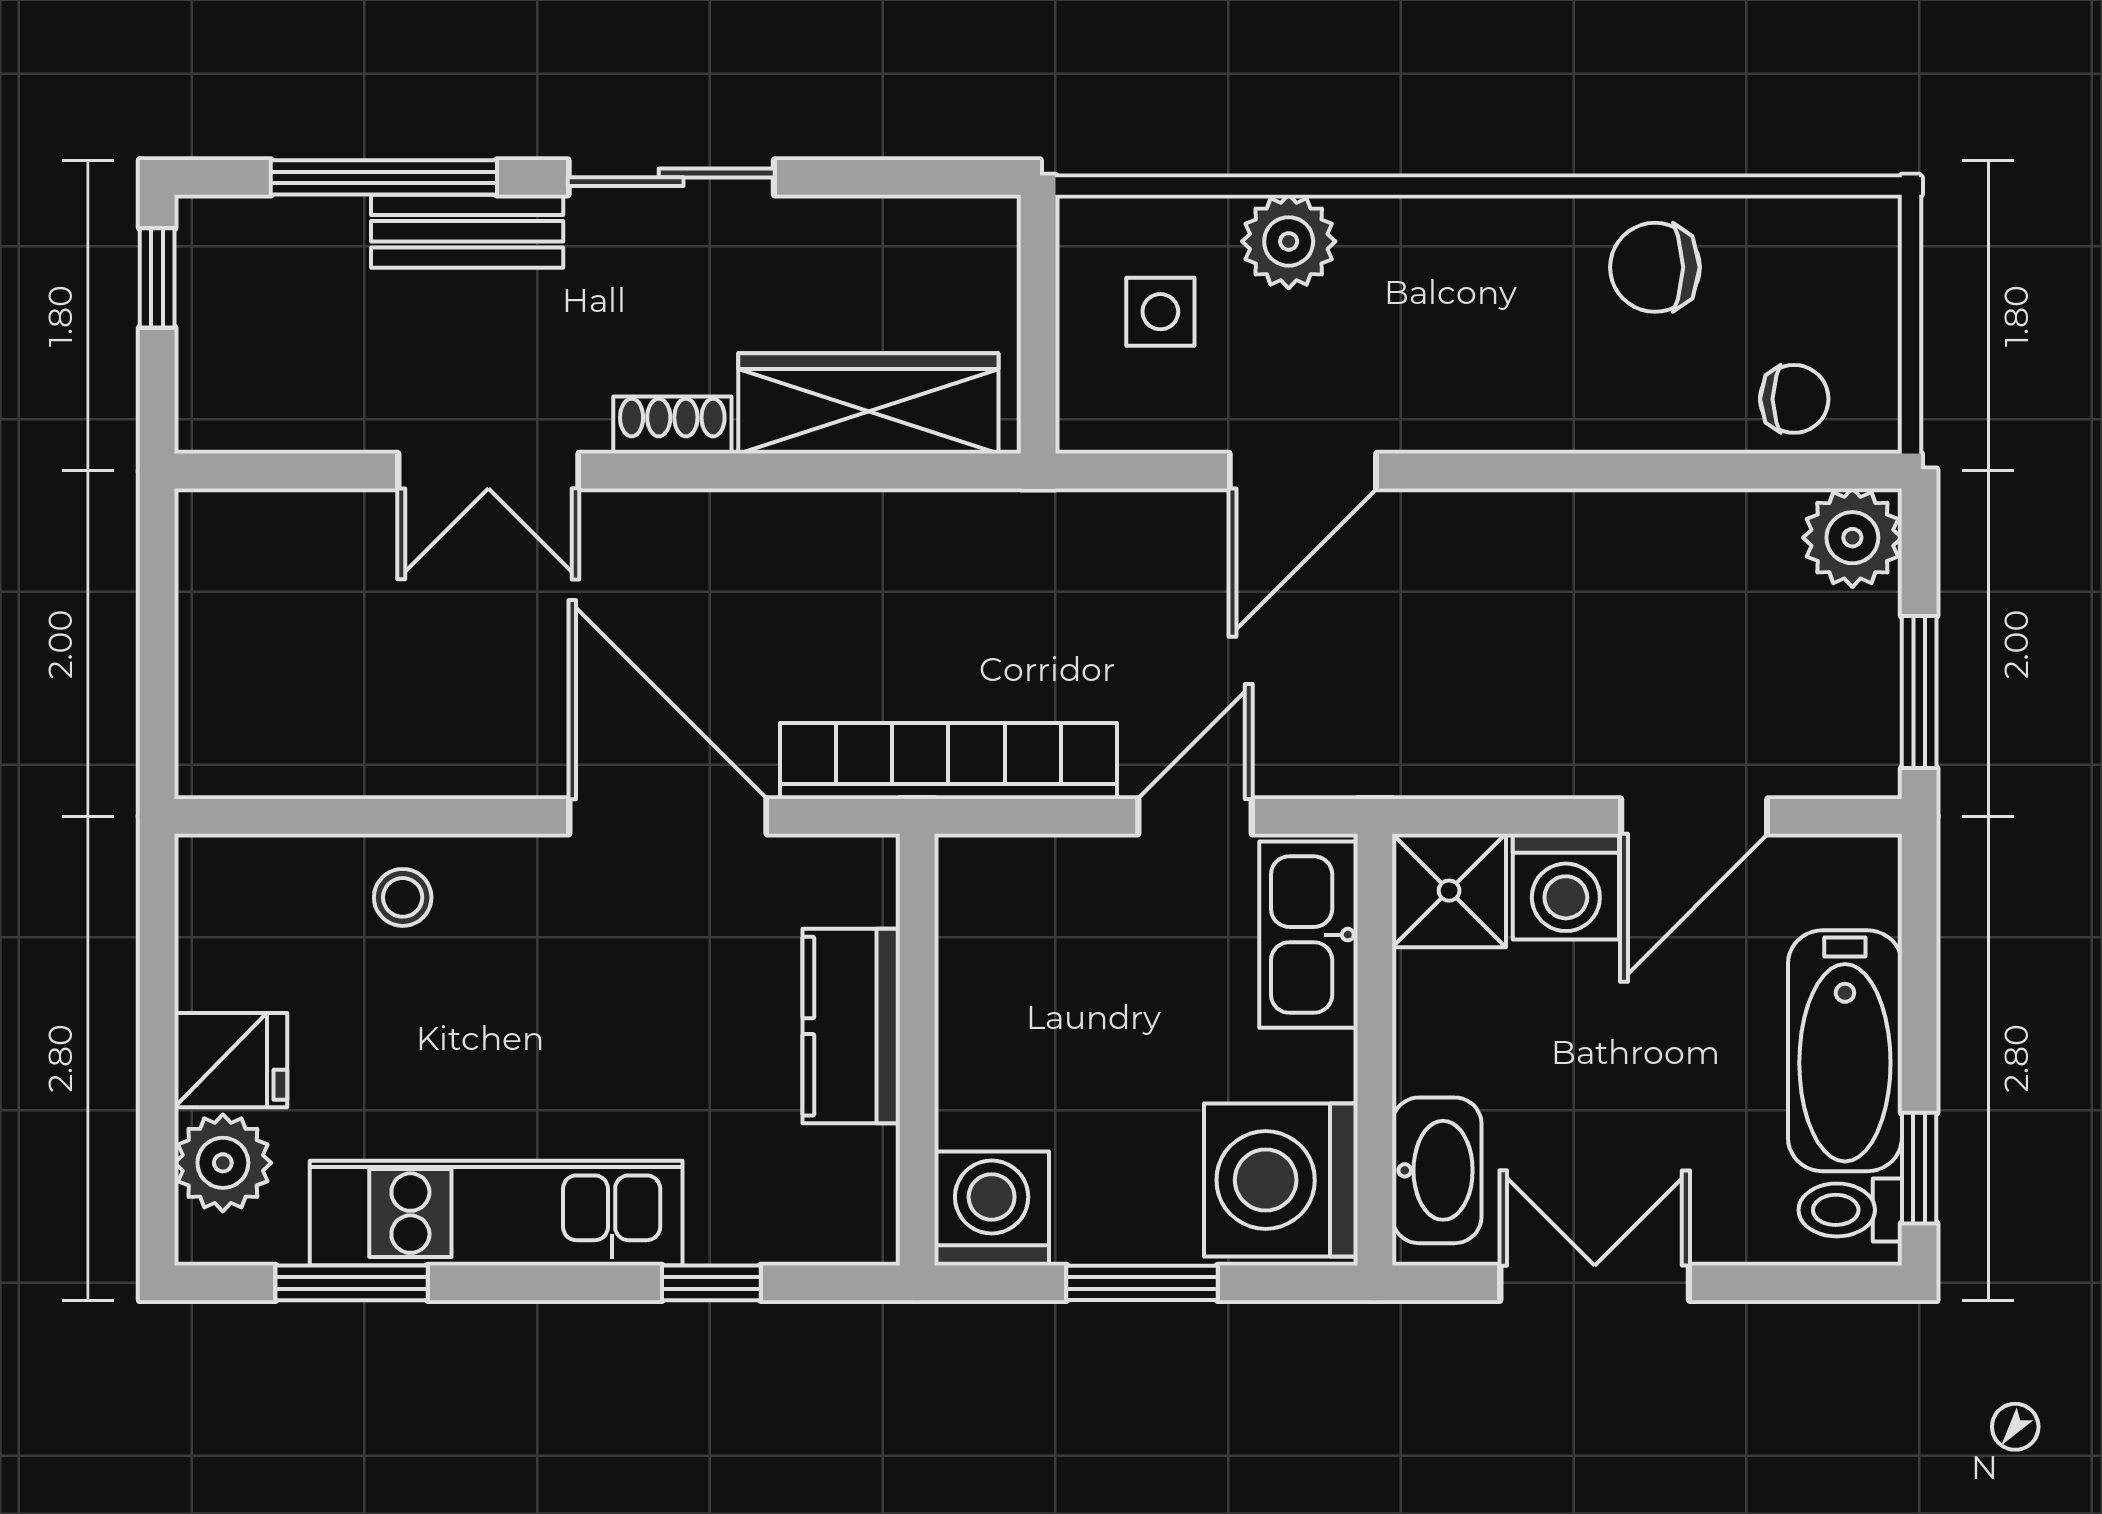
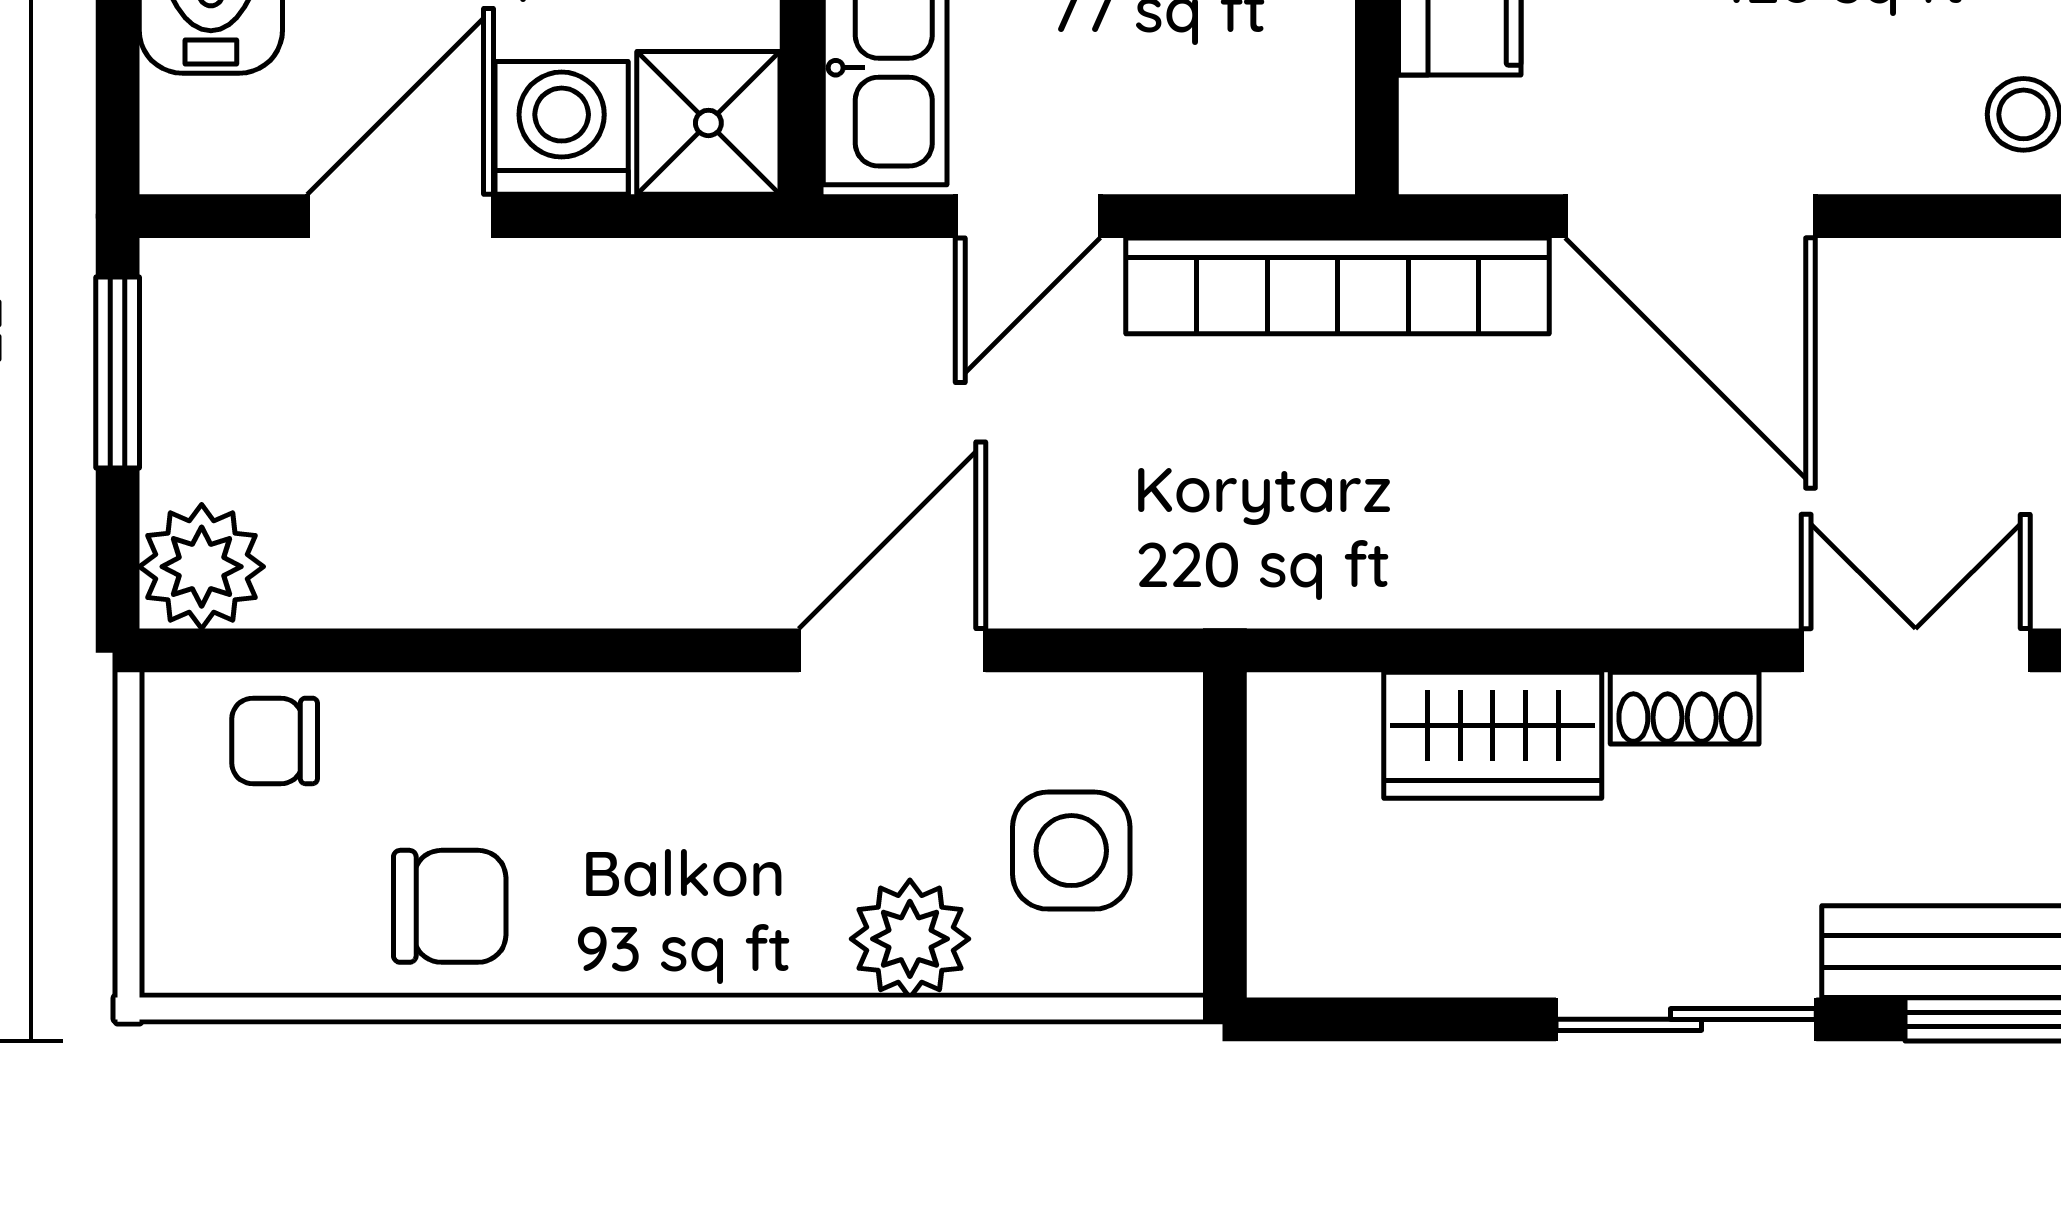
side table: (1160, 312) -> (1071, 851), width x1.37, depth x1.37
wardrobe: (868, 403) -> (1493, 735), width x0.67

